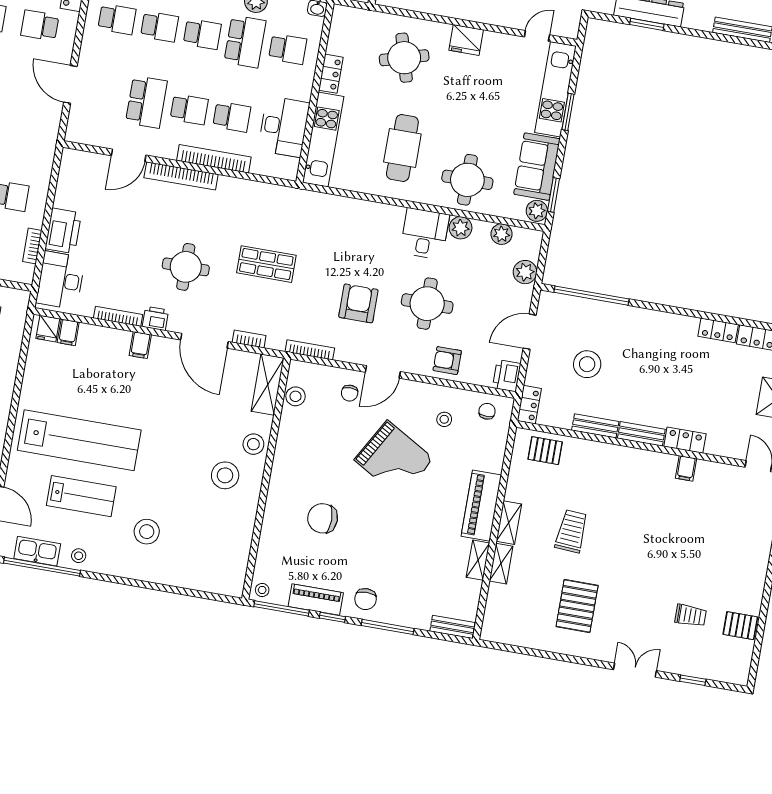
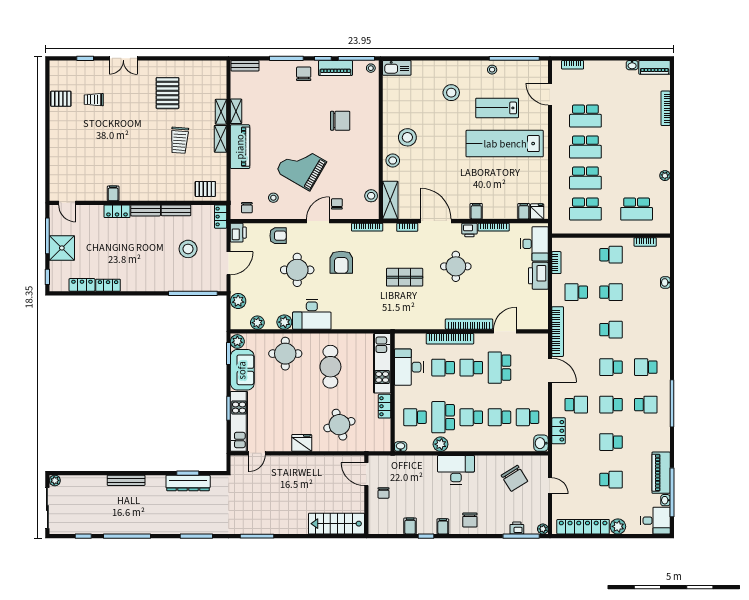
bookcase: (49, 141) -> (558, 332), added
desk: (425, 234) -> (312, 314), width x1.37
kitchen sink: (37, 551) -> (397, 68), moved

